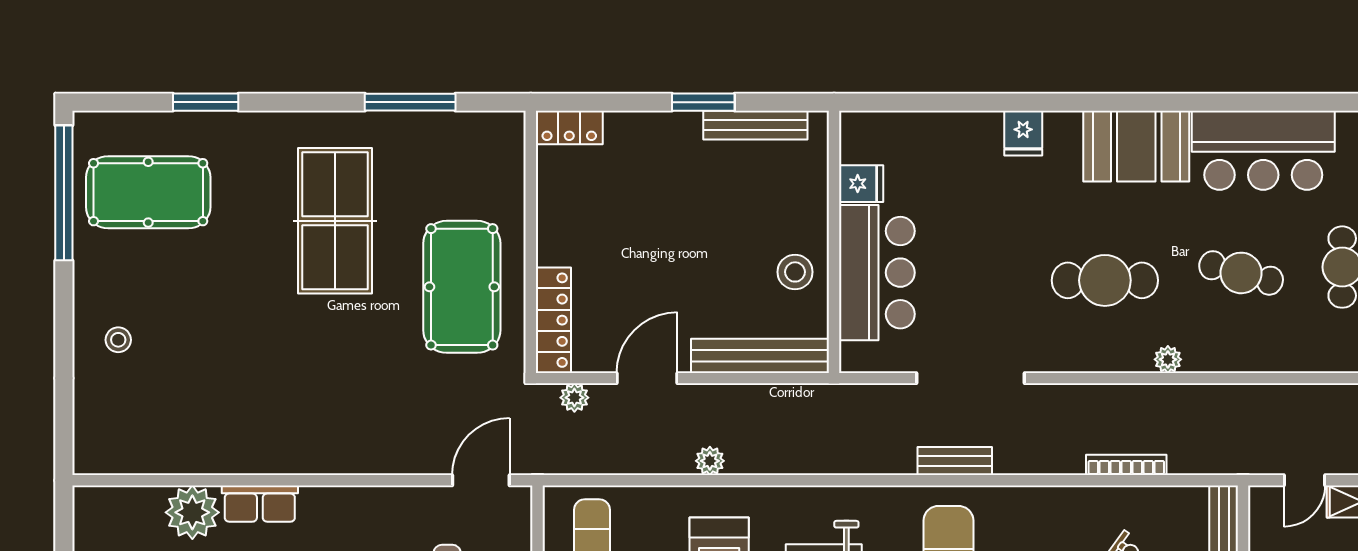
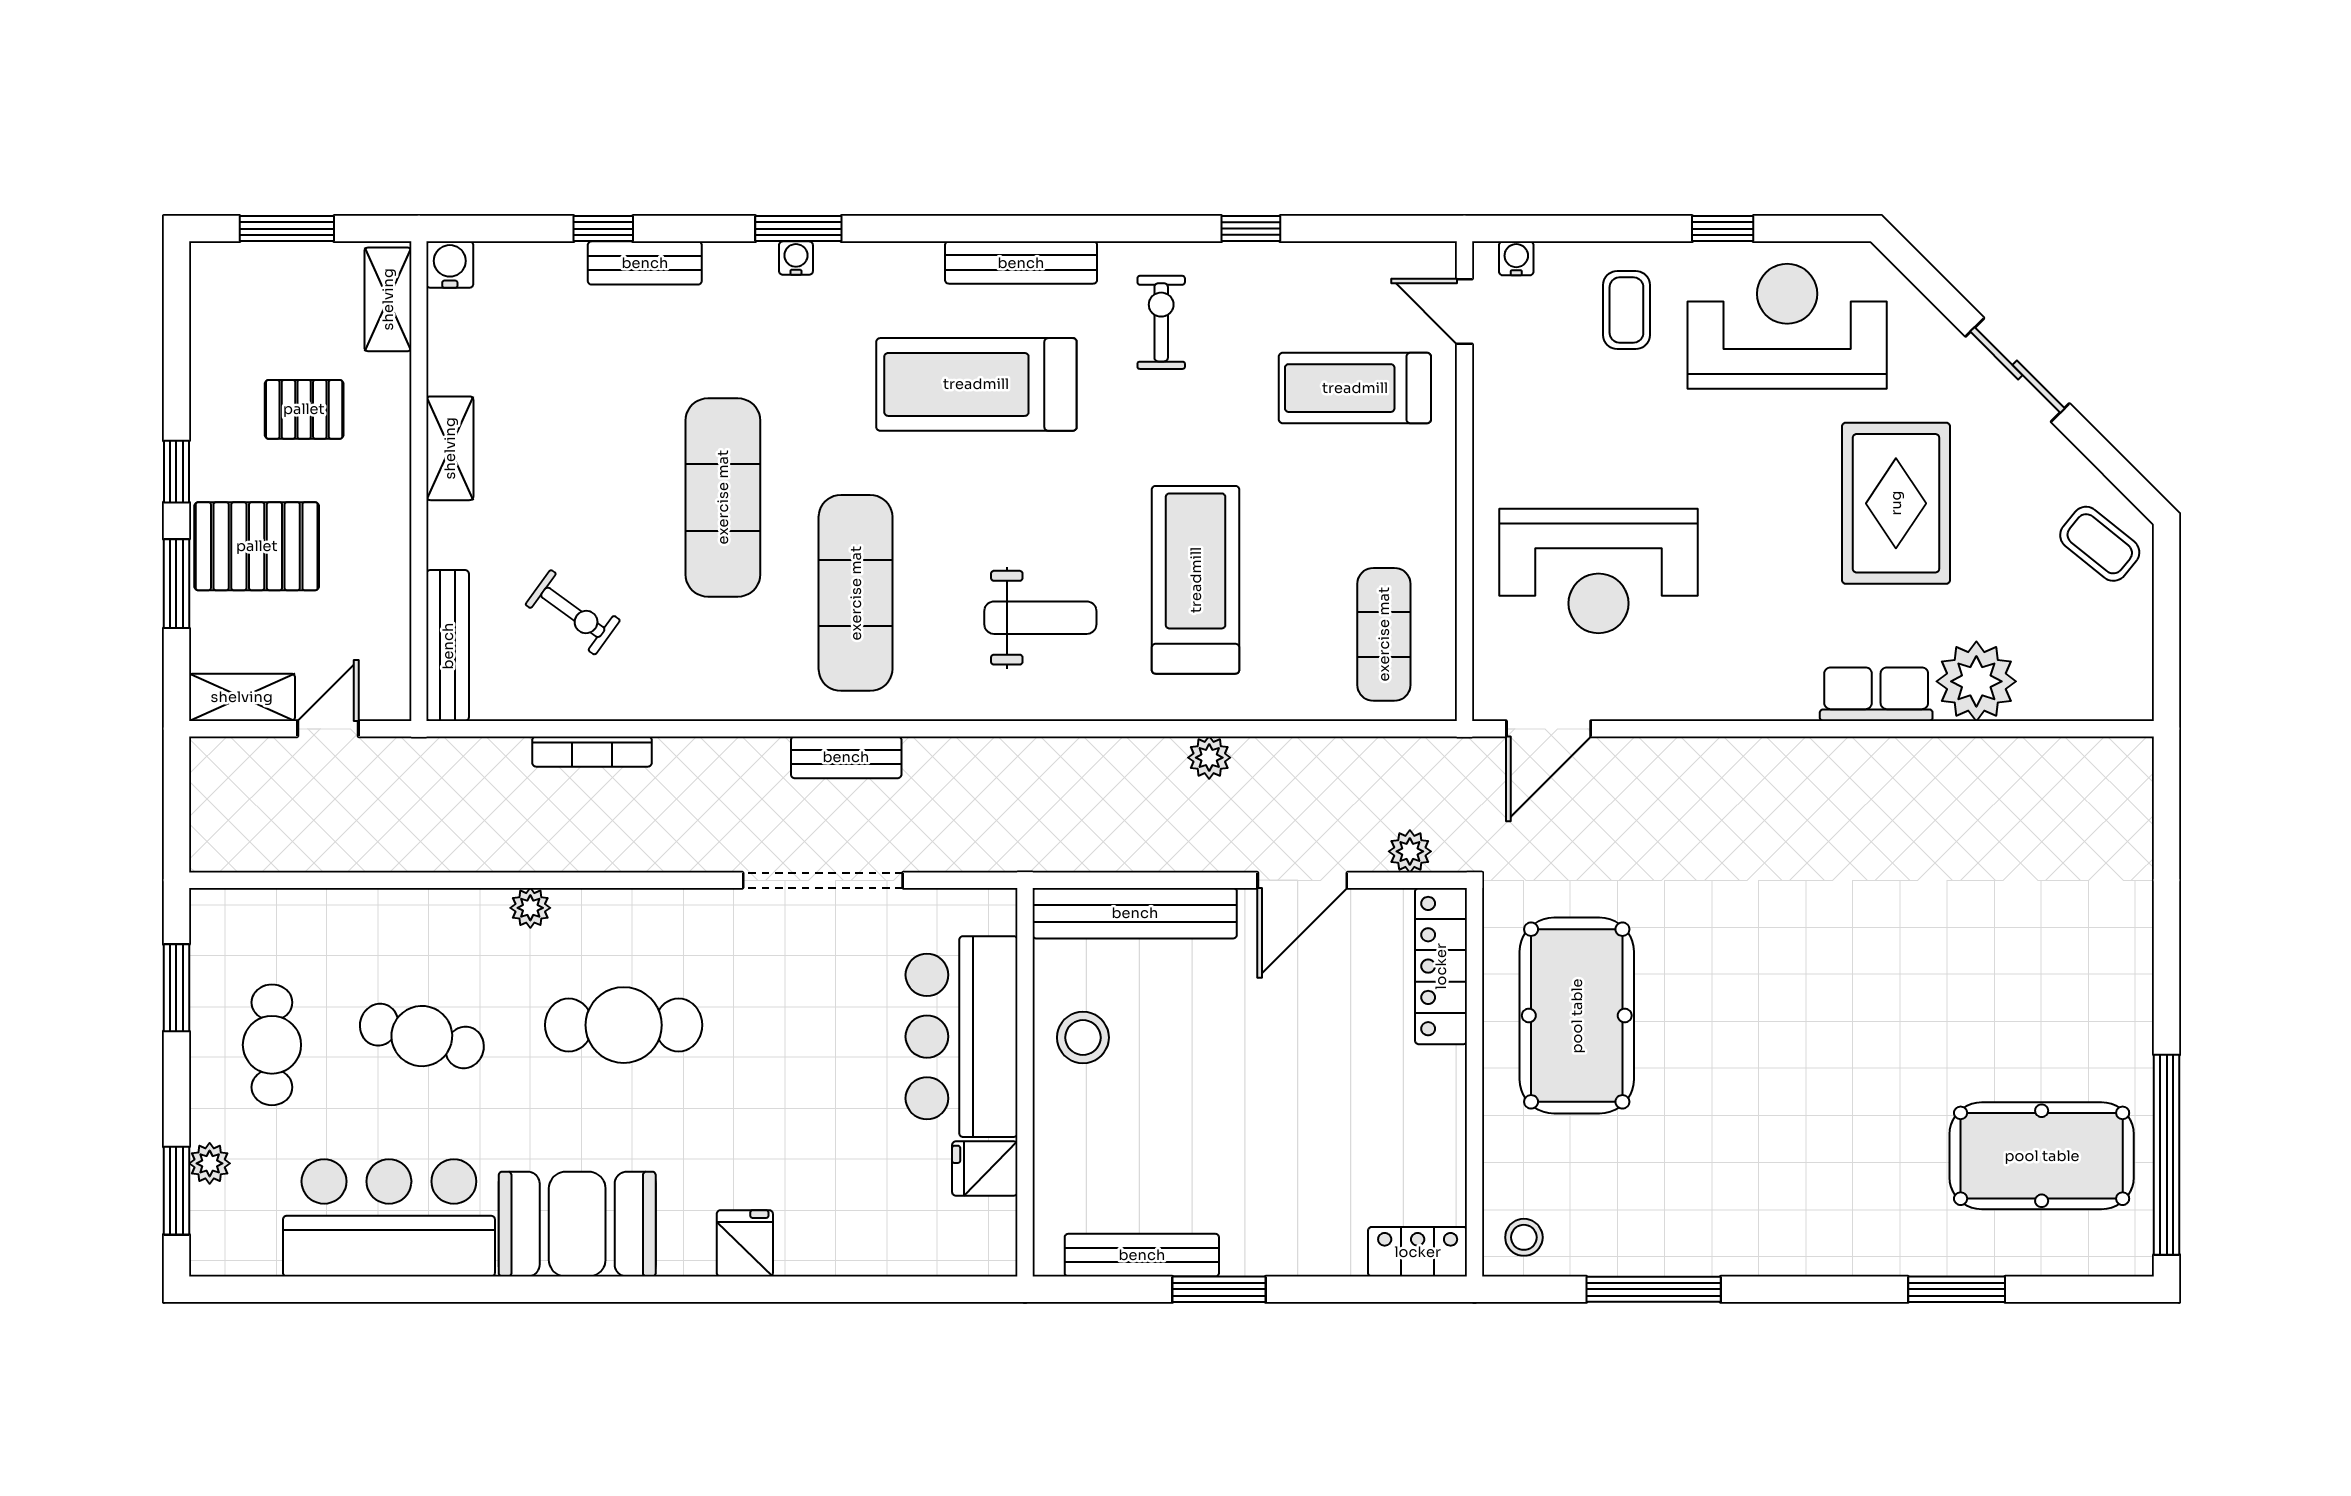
table tennis table: (335, 221) -> (1765, 1113), removed
stool: (118, 340) -> (1524, 1237), moved

